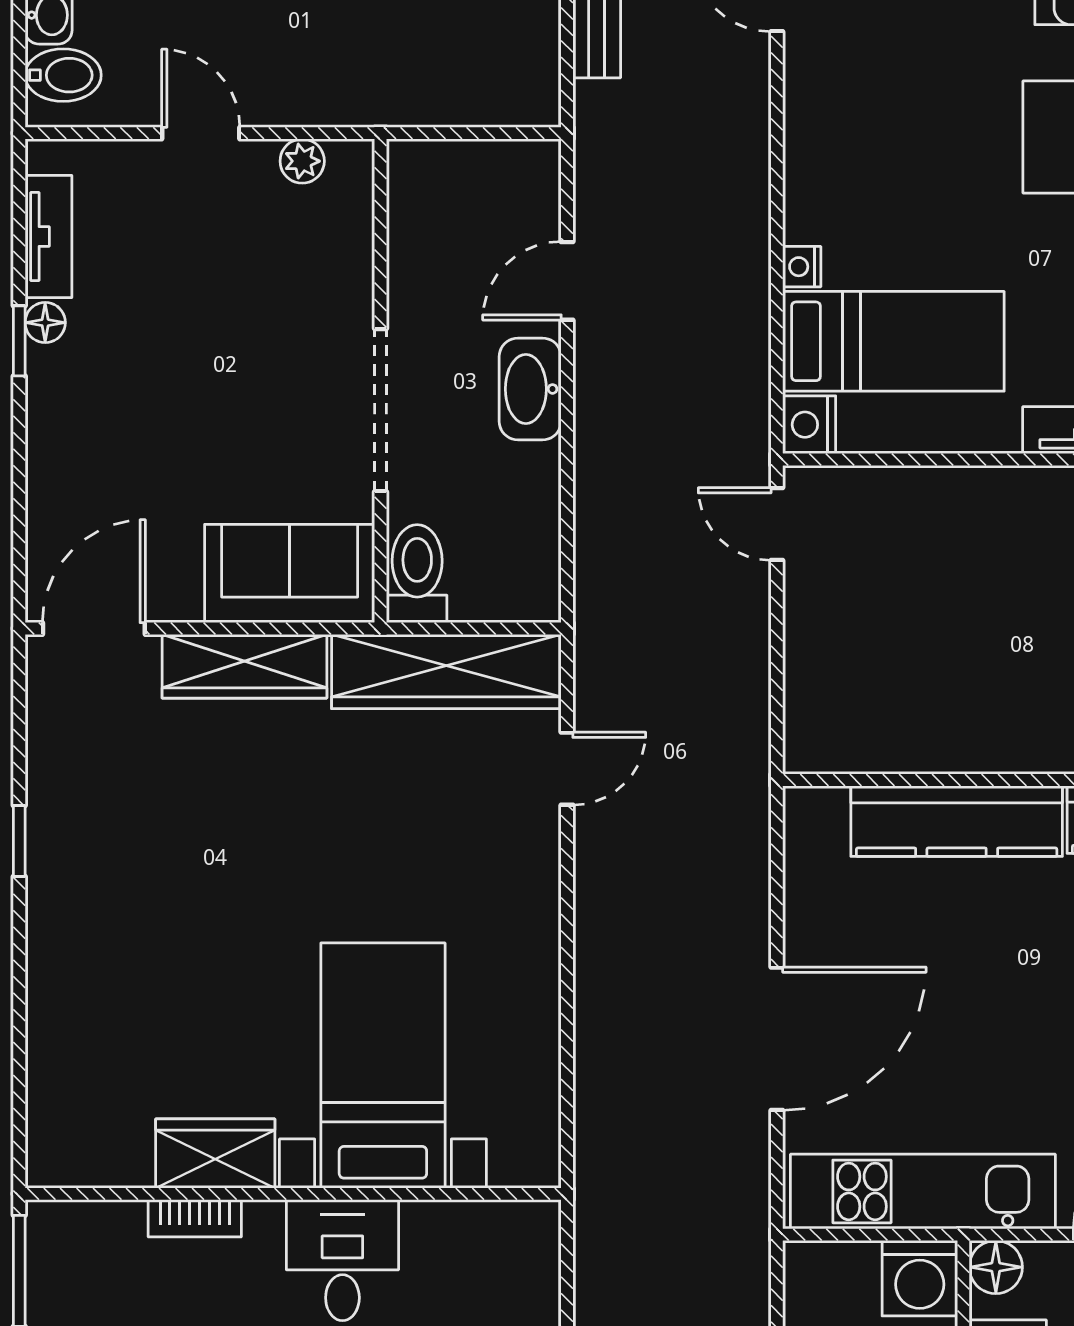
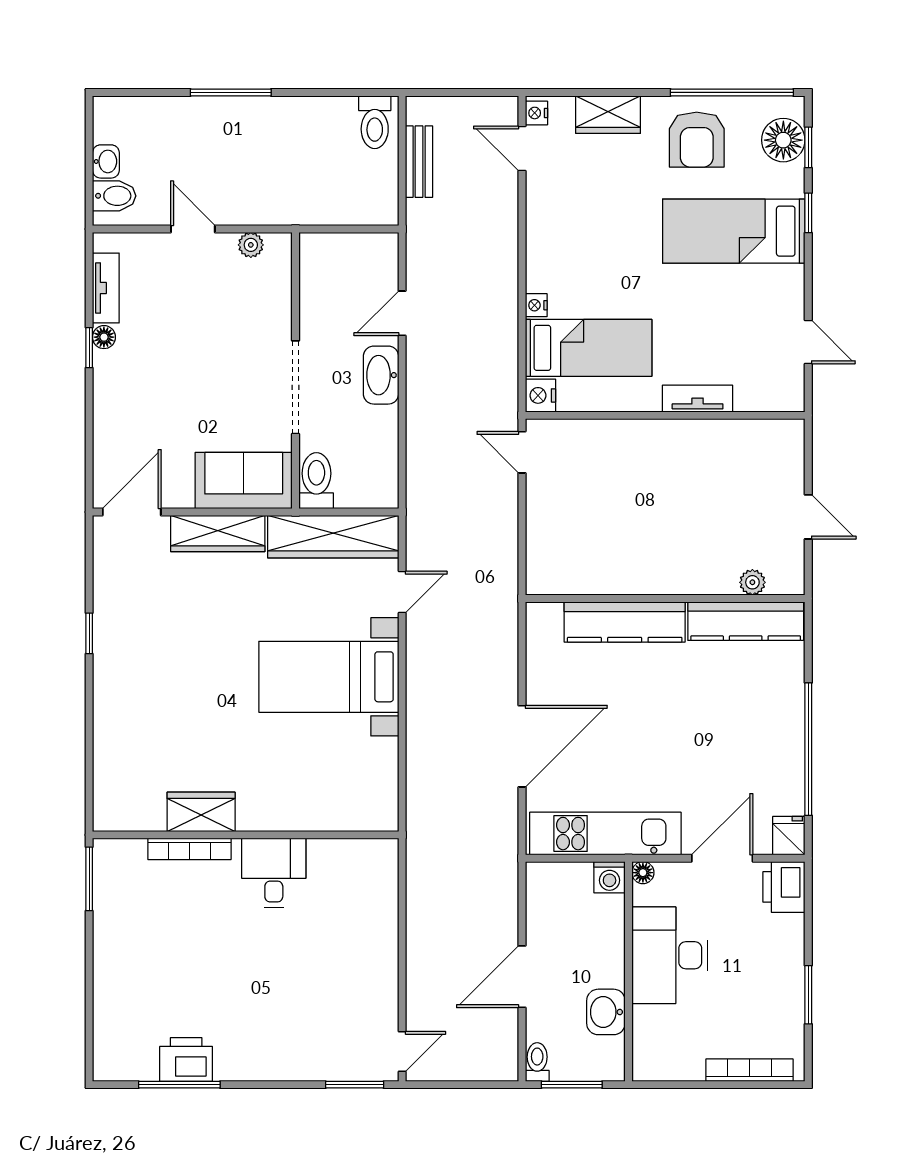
bed with nightstands: (383, 1065) -> (329, 677), moved, turned -90
bookcase: (195, 1218) -> (189, 849), width x1.56
floor lamp: (996, 1267) -> (643, 873), width x0.73, depth x0.73
washing machine: (920, 1278) -> (610, 877), width x0.73, depth x0.73

